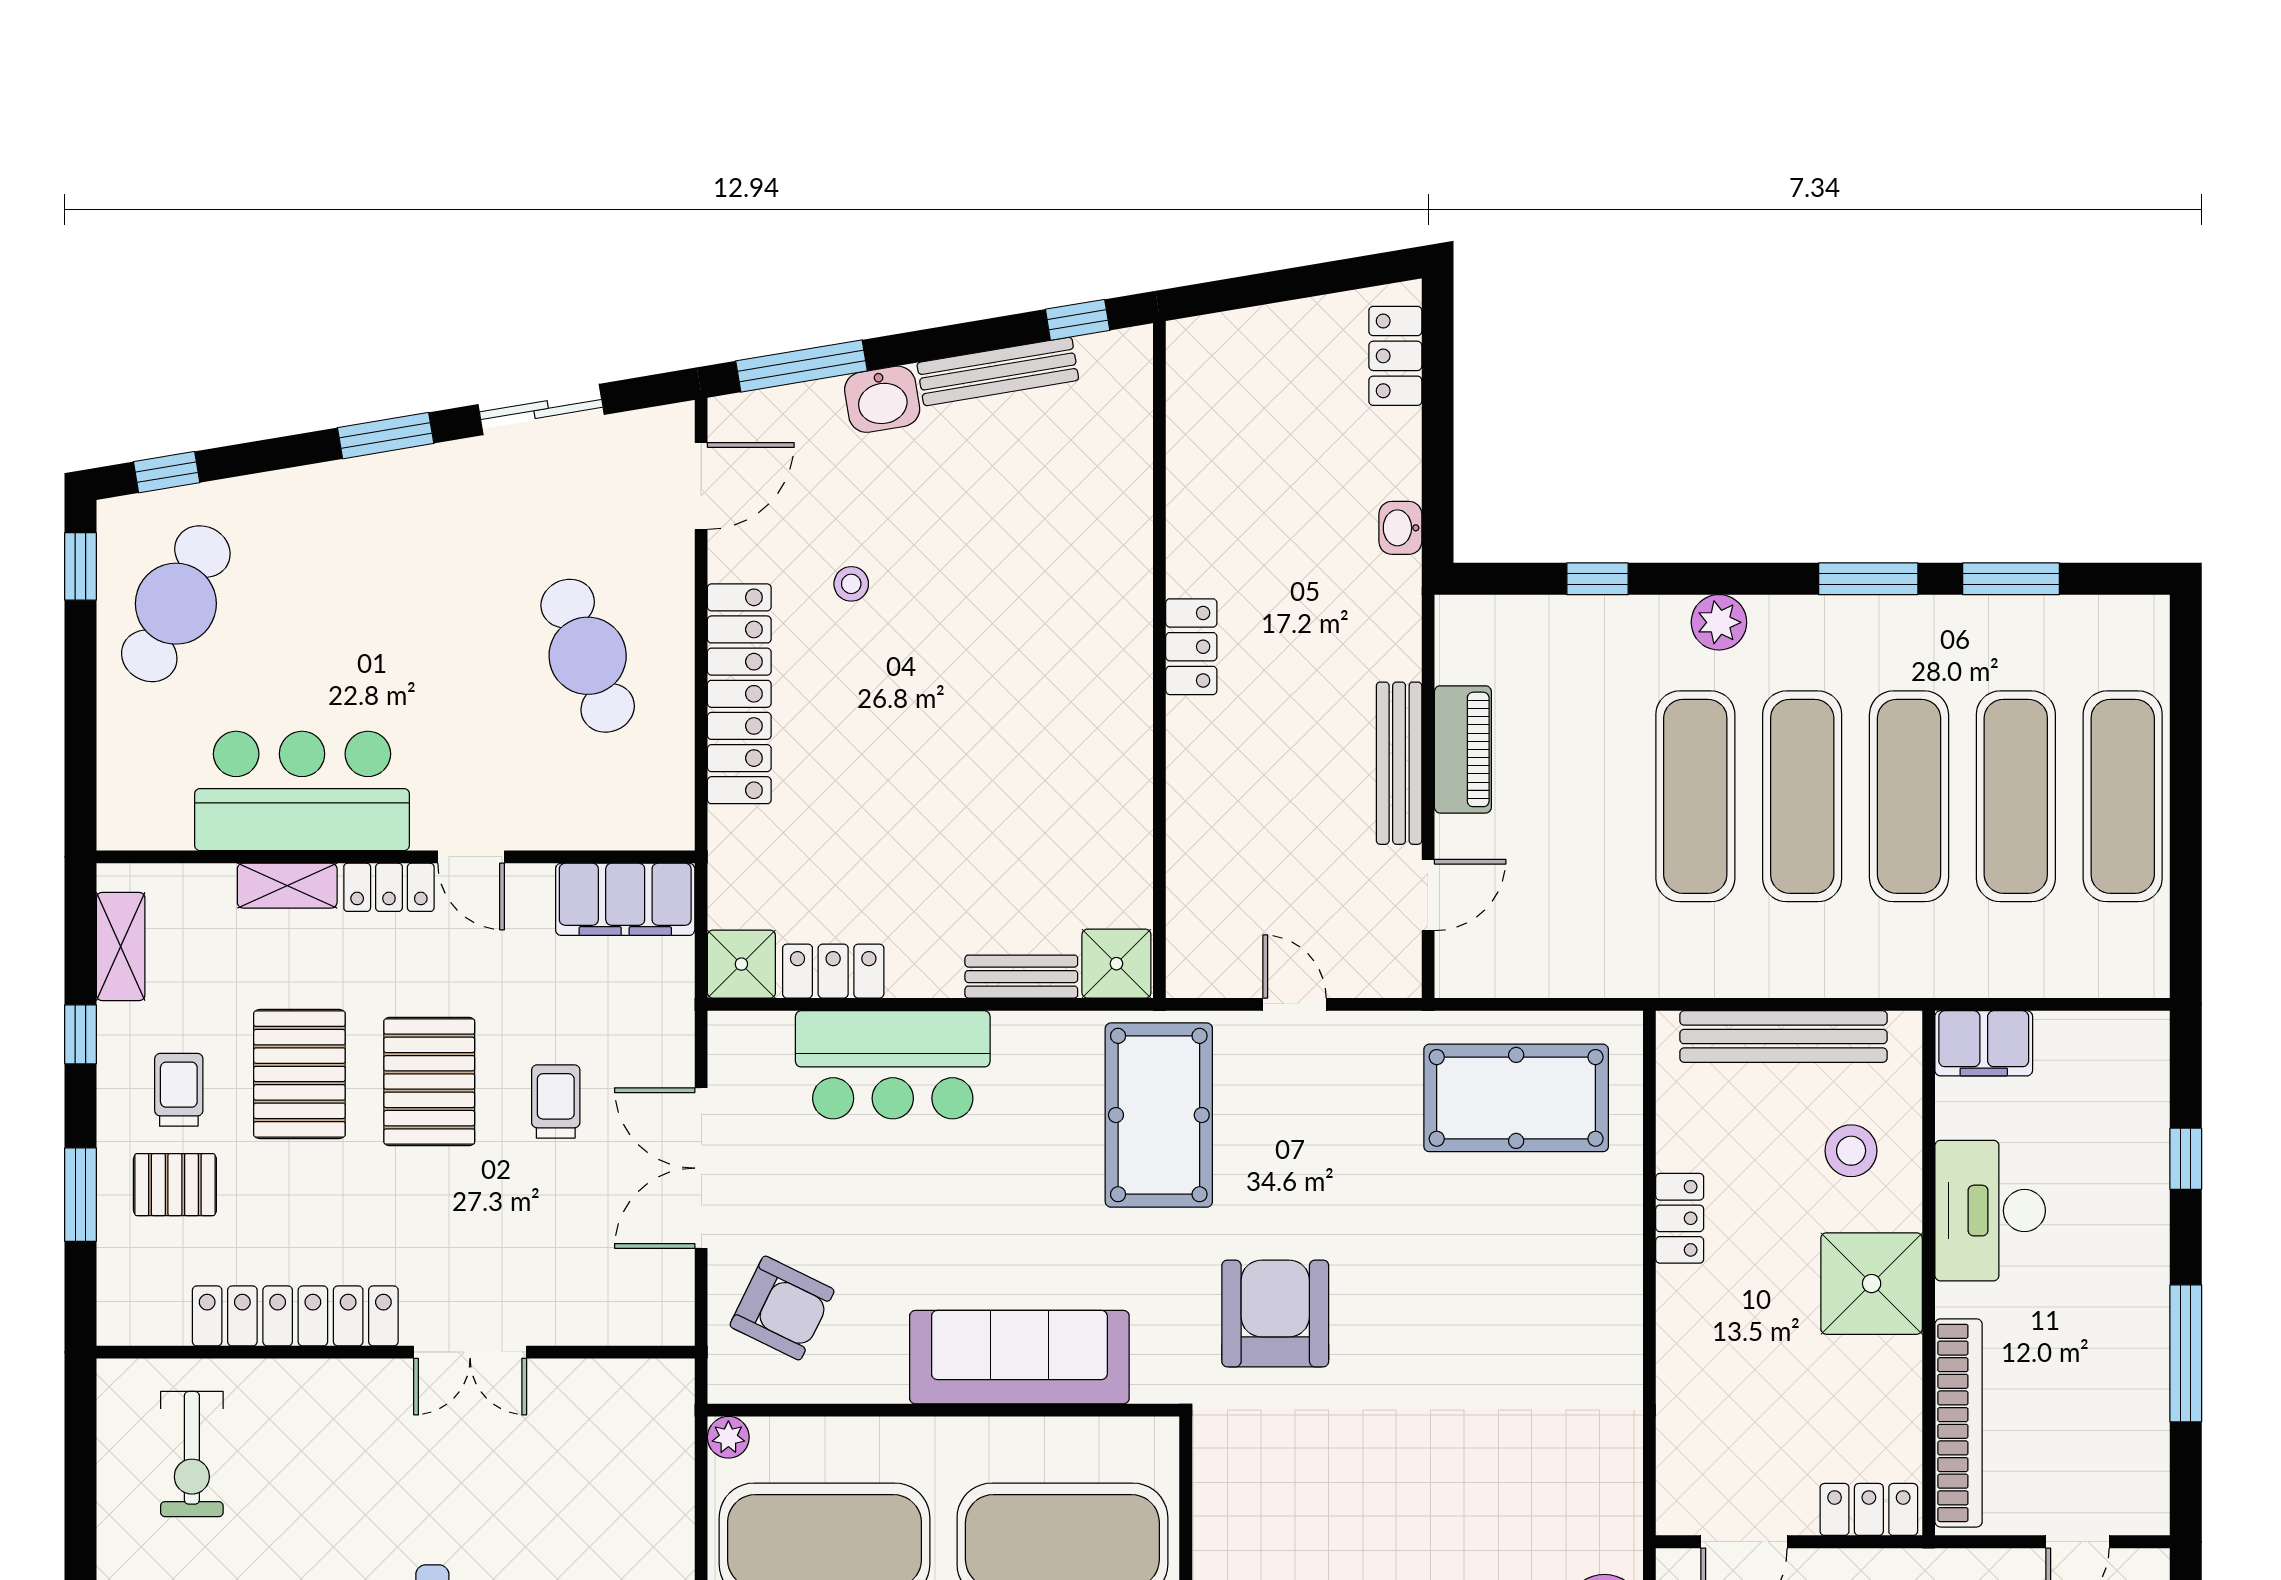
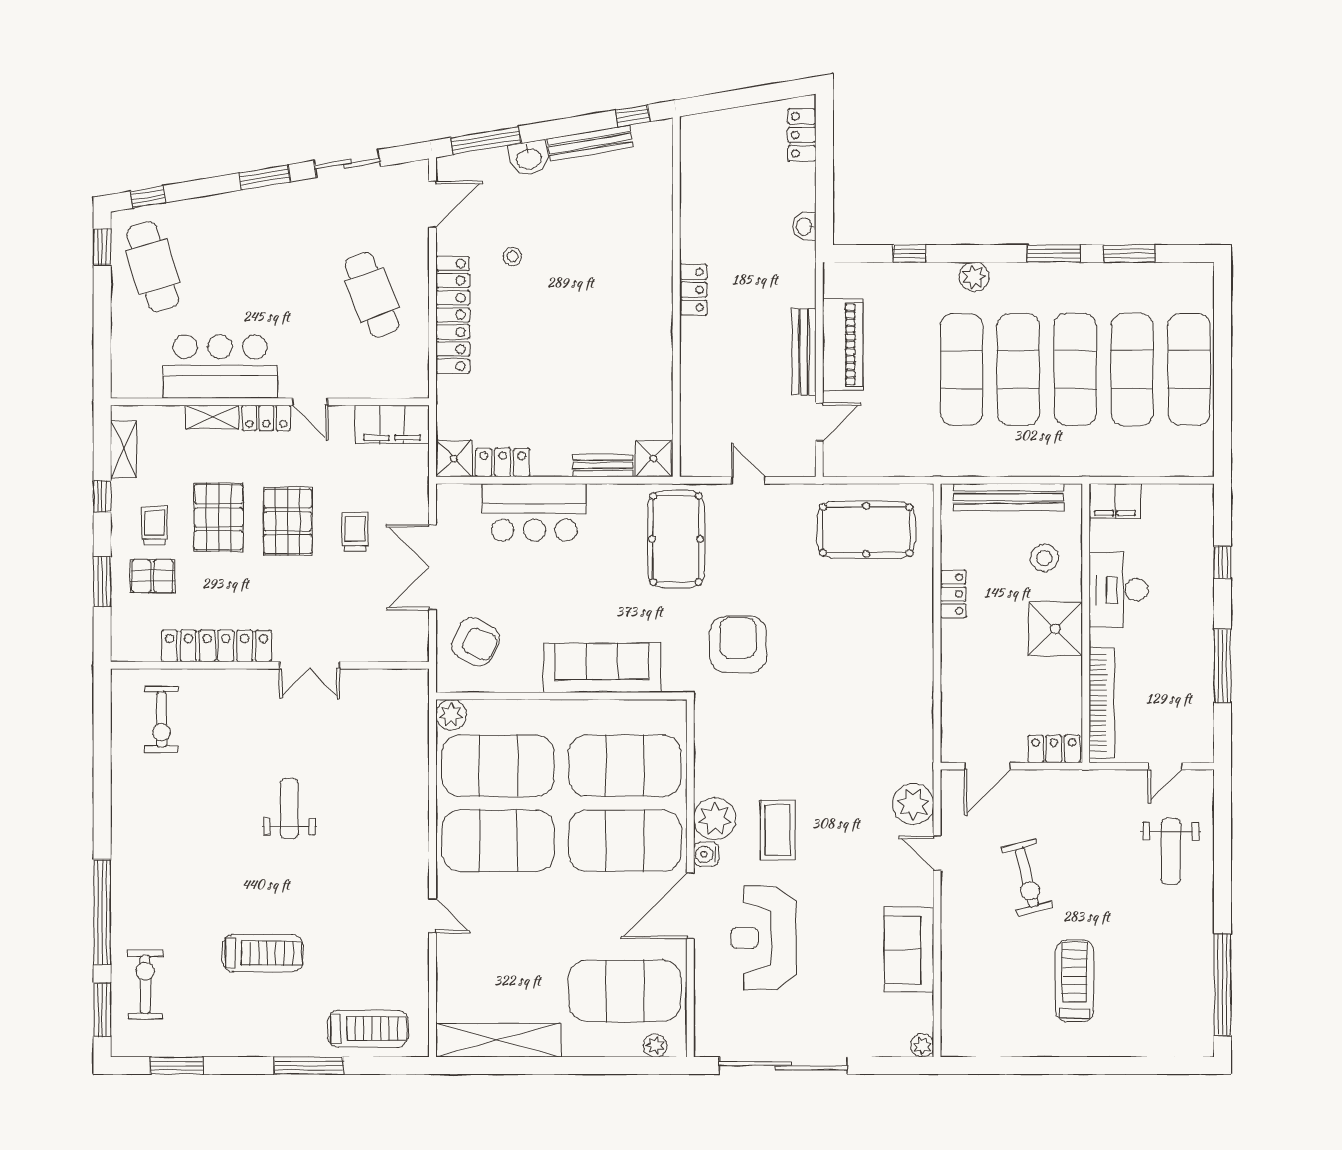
cafe table: (176, 604) -> (153, 267), turned -44
piano: (1463, 749) -> (843, 344), width x1.37, depth x1.33
plant: (728, 1437) -> (451, 715), width x1.38, depth x1.38

